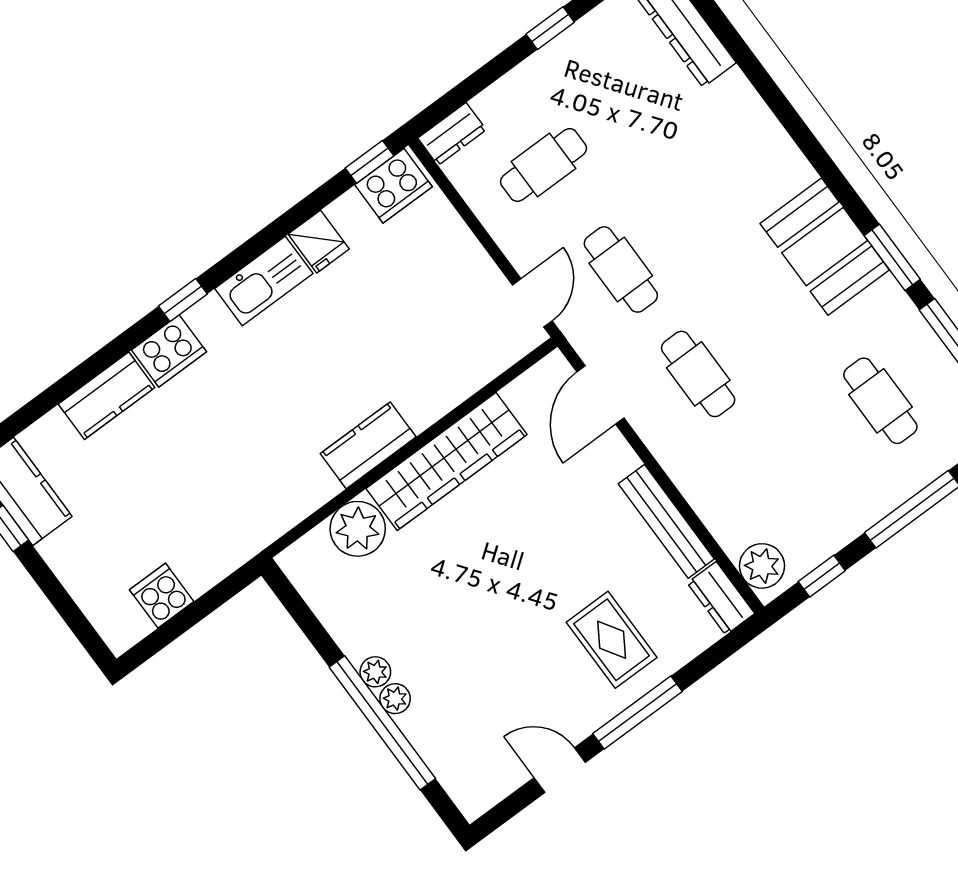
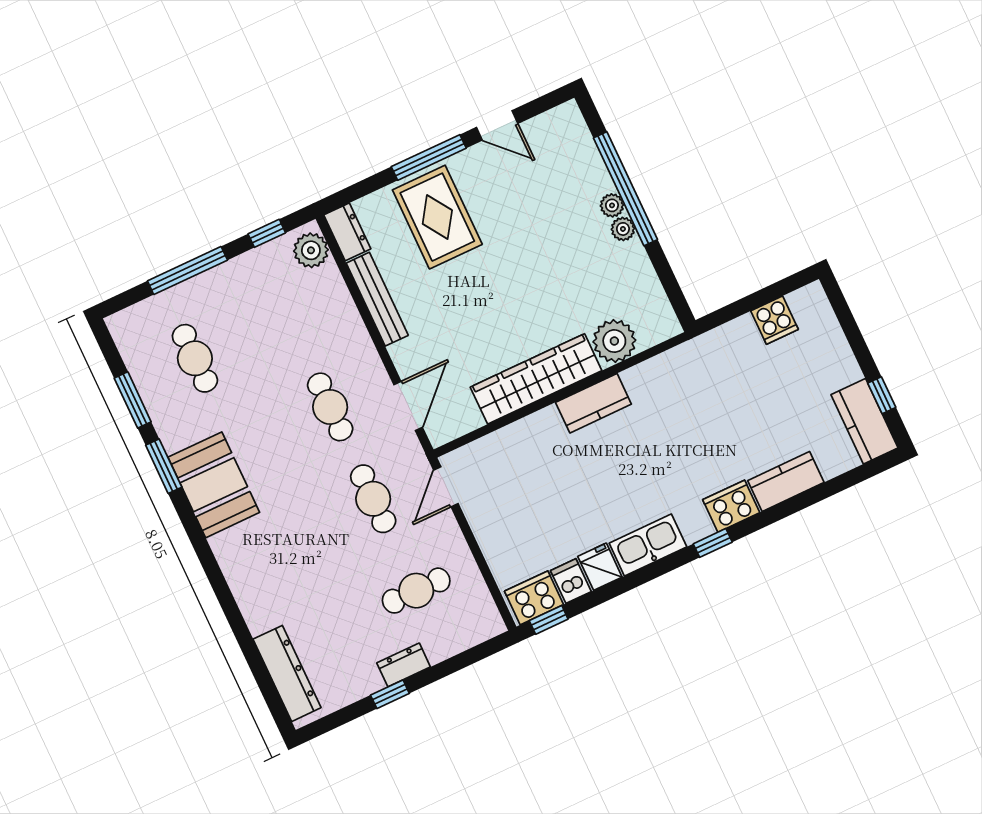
dresser: (452, 134) -> (404, 665), moved
dishwasher: (351, 216) -> (571, 581), added
rug: (612, 640) -> (437, 217), width x1.36, depth x1.43

